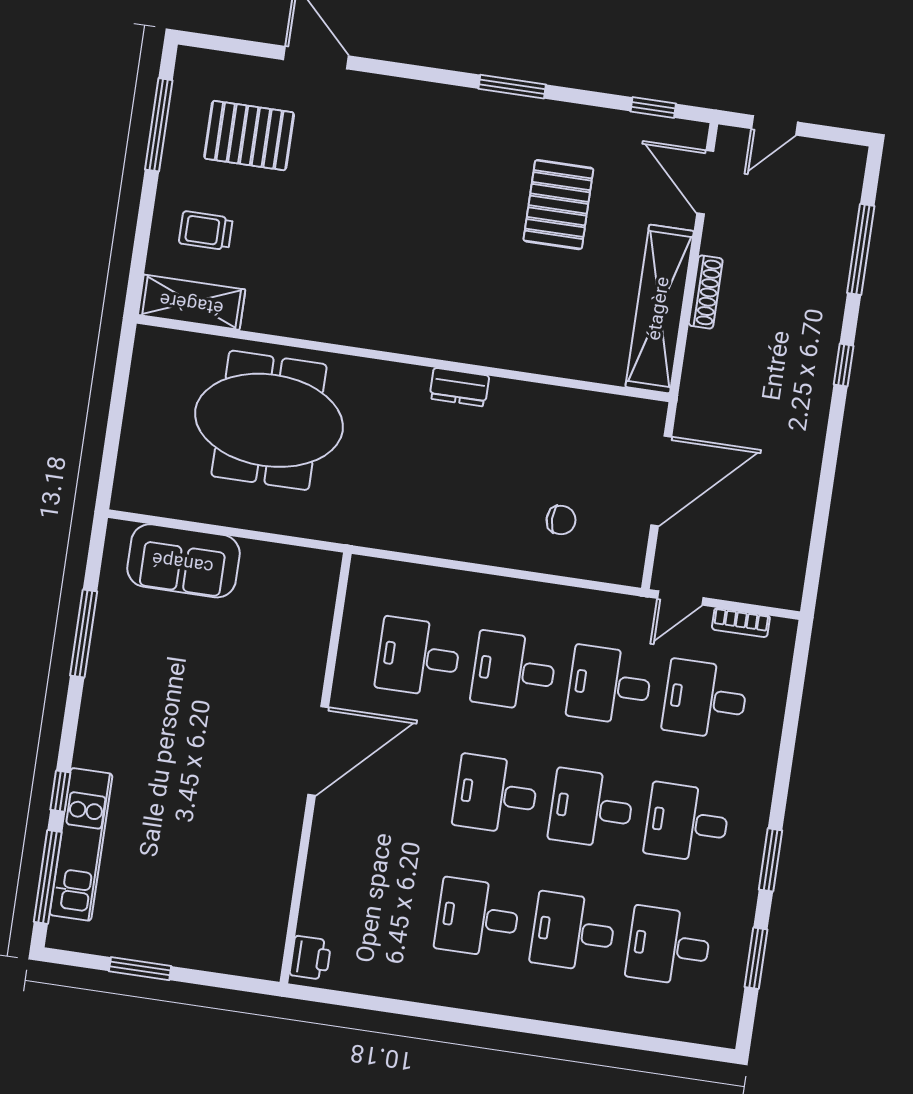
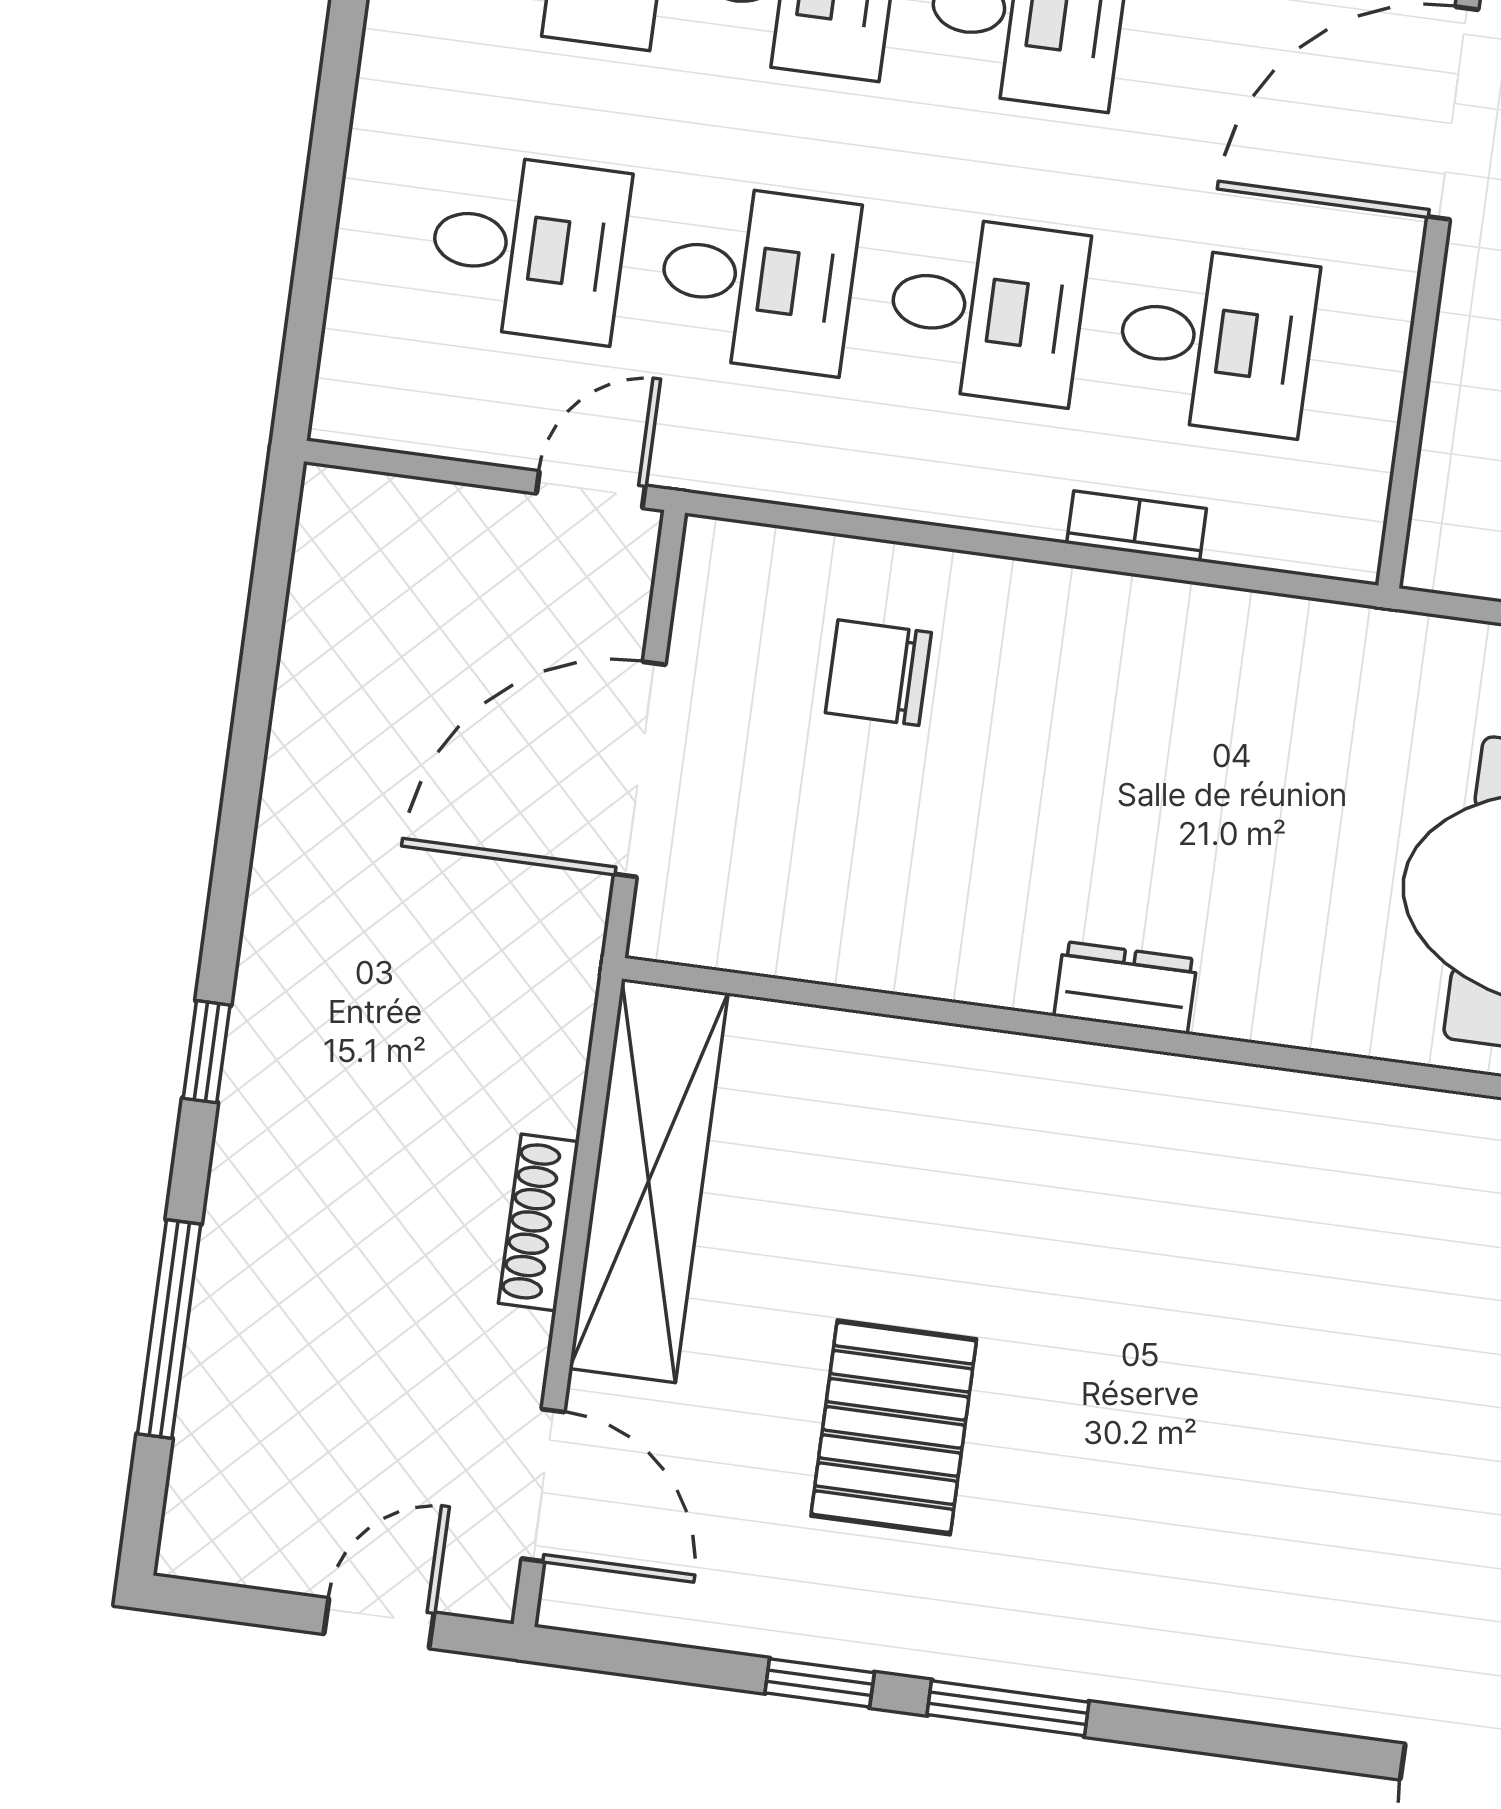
window: (653, 107) -> (820, 1683), moved
chair: (561, 520) -> (878, 673), width x1.37, depth x1.37
bookcase: (741, 623) -> (1137, 526), moved

